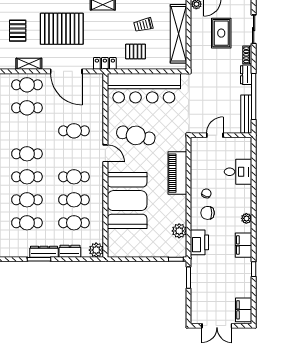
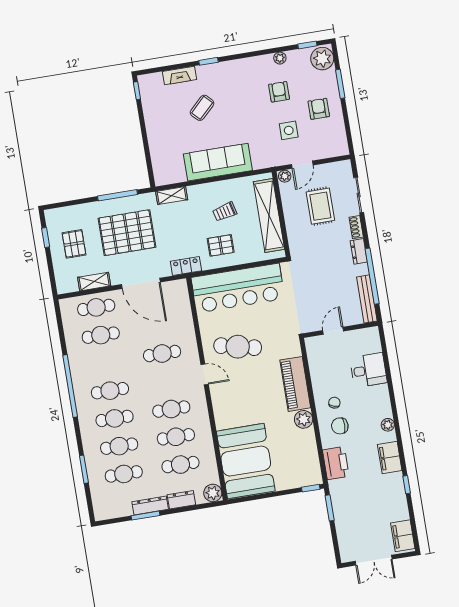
booth: (127, 201) -> (246, 461), moved
plant: (179, 231) -> (304, 419), moved

